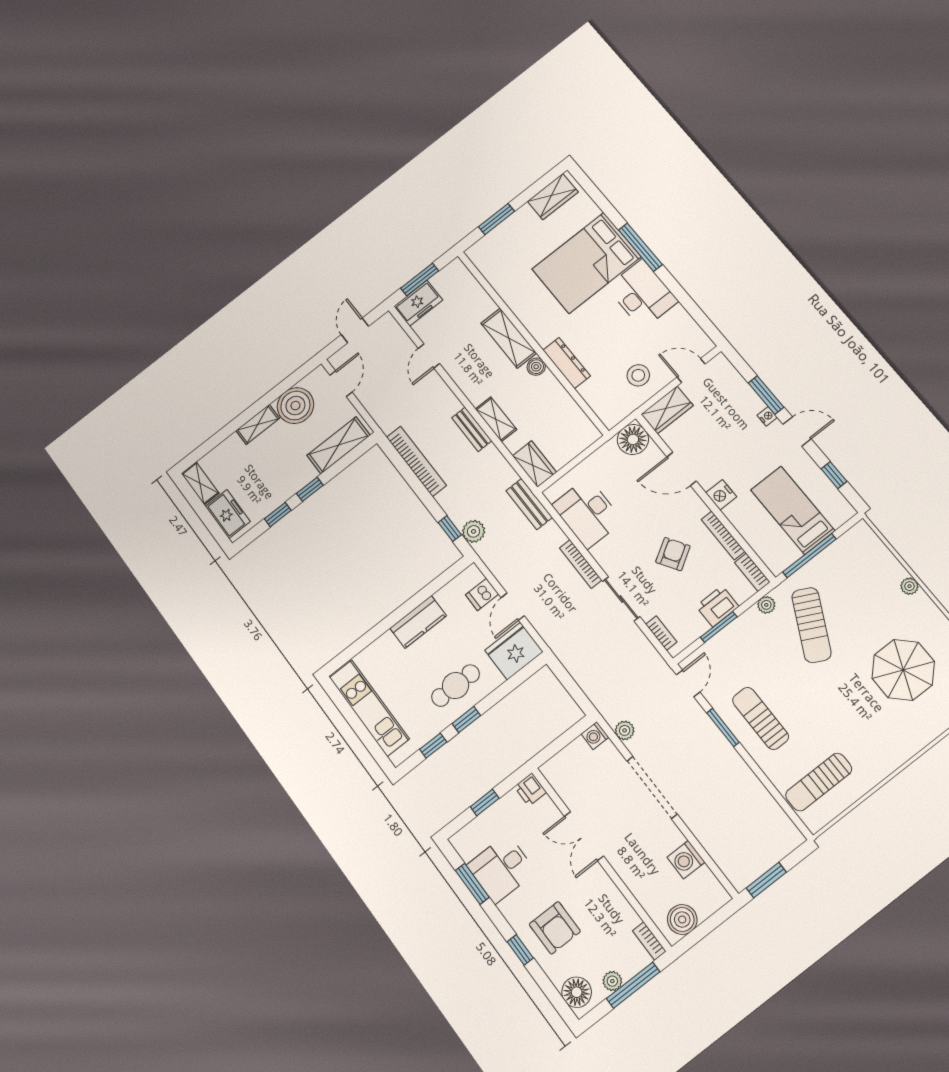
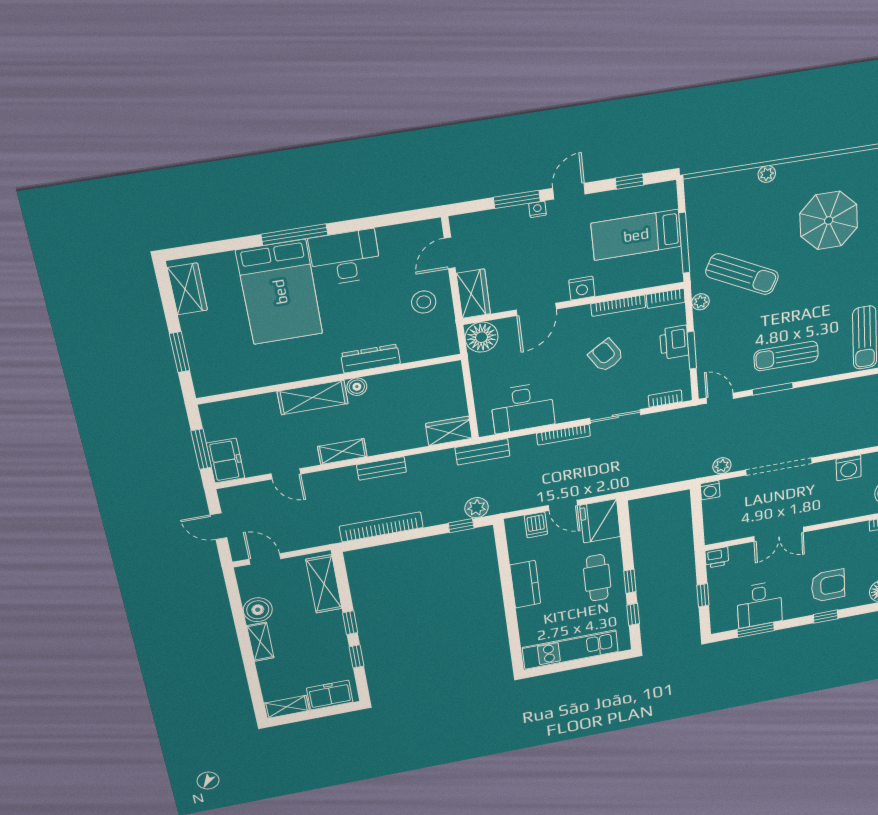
boiler: (295, 406) -> (258, 610), width x0.73, depth x0.73
shelving: (496, 419) -> (342, 451), moved

